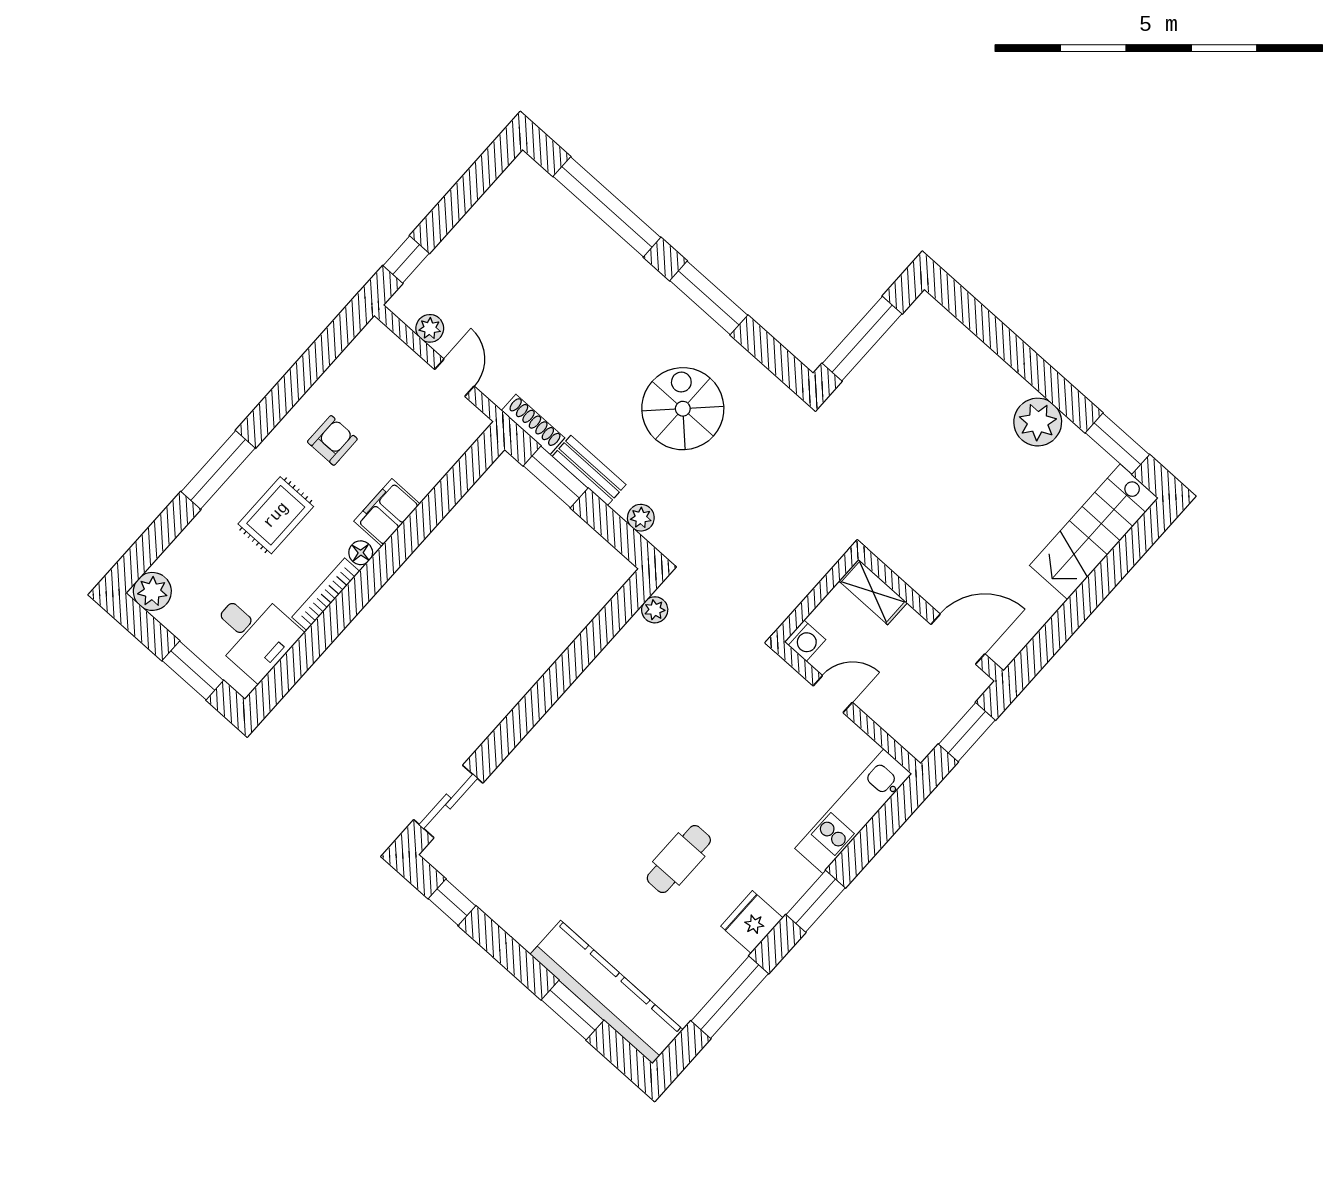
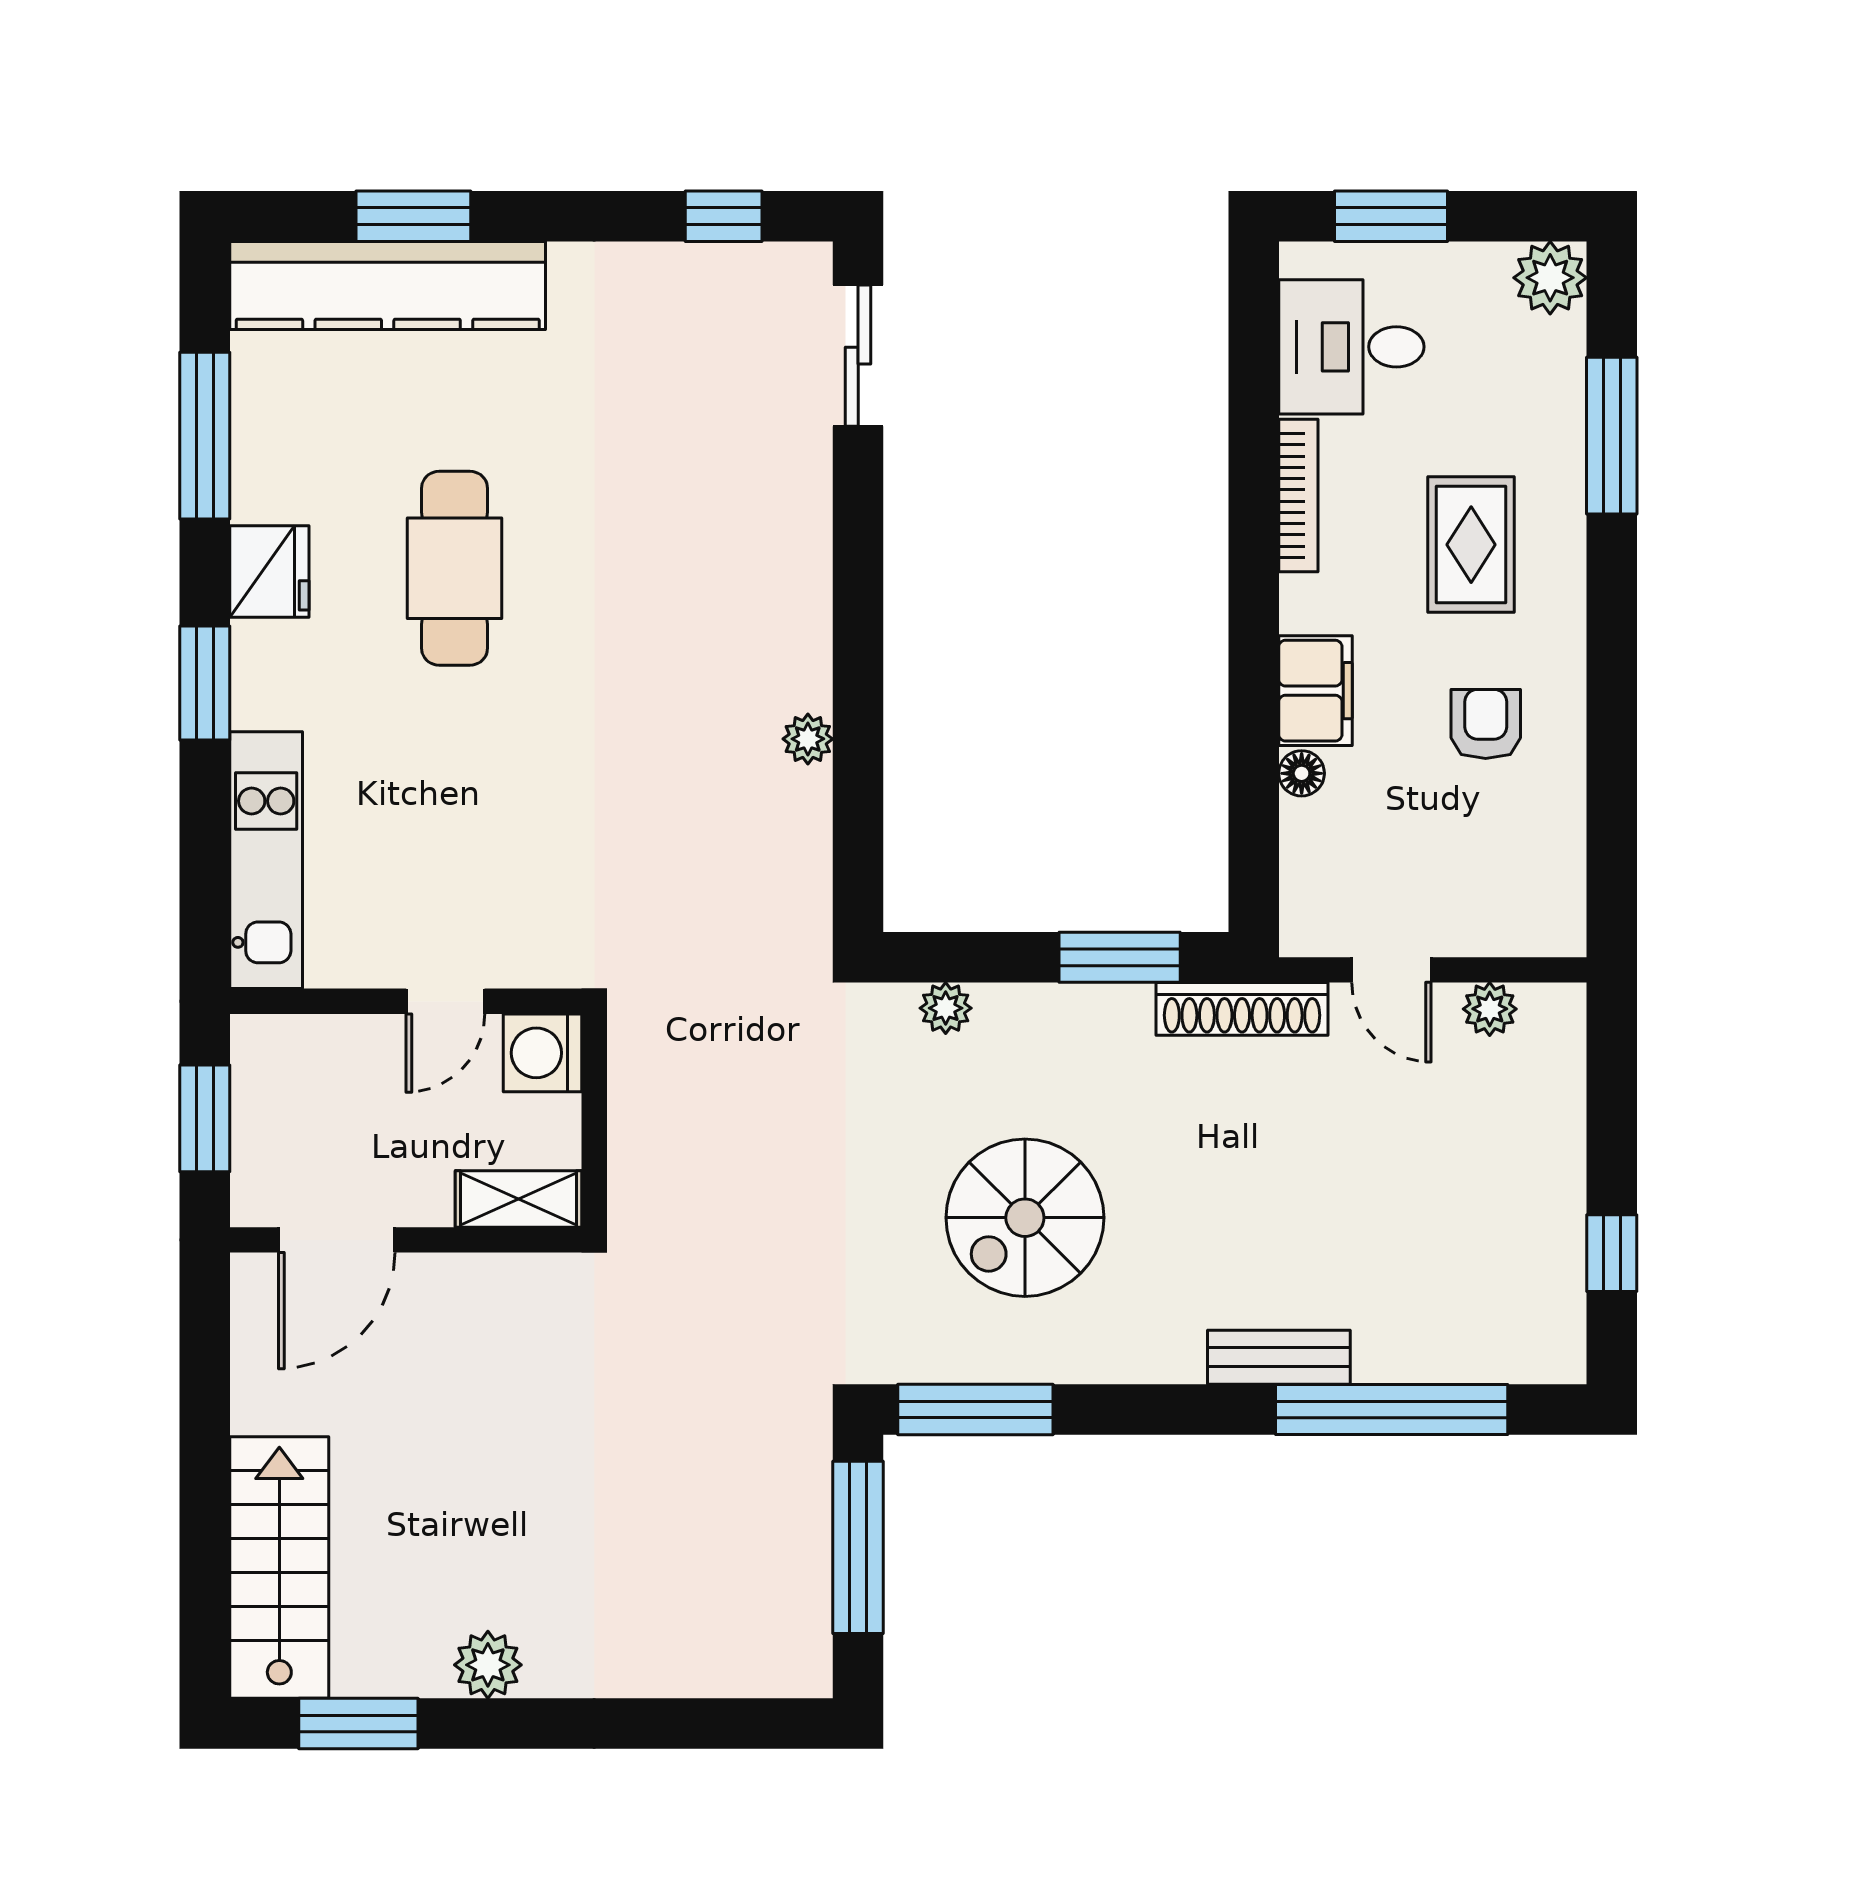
window: (406, 260) -> (1612, 1253), moved
window: (709, 298) -> (975, 1409), moved
spiral stairs: (683, 409) -> (1025, 1218), turned 90
plant: (1038, 422) -> (488, 1665), width x0.73, depth x0.73
shoe rack: (533, 424) -> (1242, 1009), width x1.36, depth x1.24
armchair: (332, 440) -> (1486, 724), turned 180
window: (218, 470) -> (1612, 436), moved
bench: (589, 470) -> (1279, 1357), moved
floor lamp: (361, 553) -> (1302, 773), moved
plant: (655, 610) -> (808, 739), moved
washing machine: (805, 641) -> (543, 1053), width x1.38, depth x1.38
cafe table: (679, 859) -> (455, 568), width x1.37, depth x1.35

